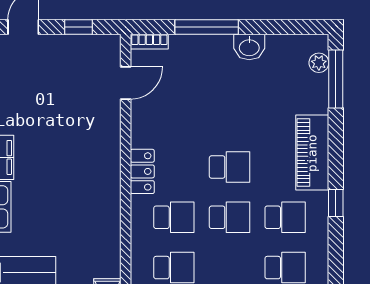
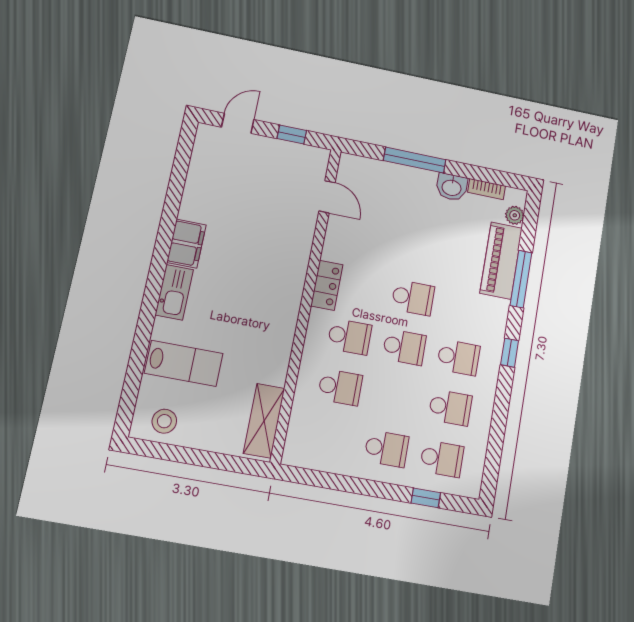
bookcase: (149, 42) -> (486, 189), moved
window: (336, 79) -> (521, 279), moved
door: (126, 83) -> (327, 197), hinge flipped
piano: (312, 153) -> (501, 261), moved

